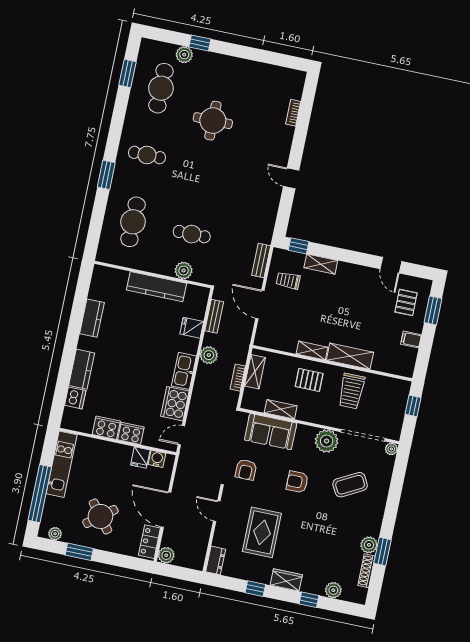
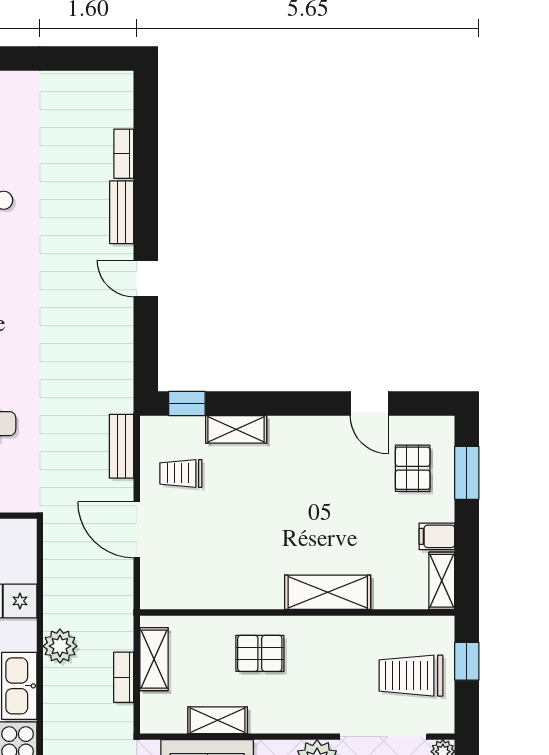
bench: (214, 316) -> (122, 212), moved
shelving: (312, 351) -> (442, 581), moved, turned 90
trolley: (351, 391) -> (411, 676), moved, turned 90

